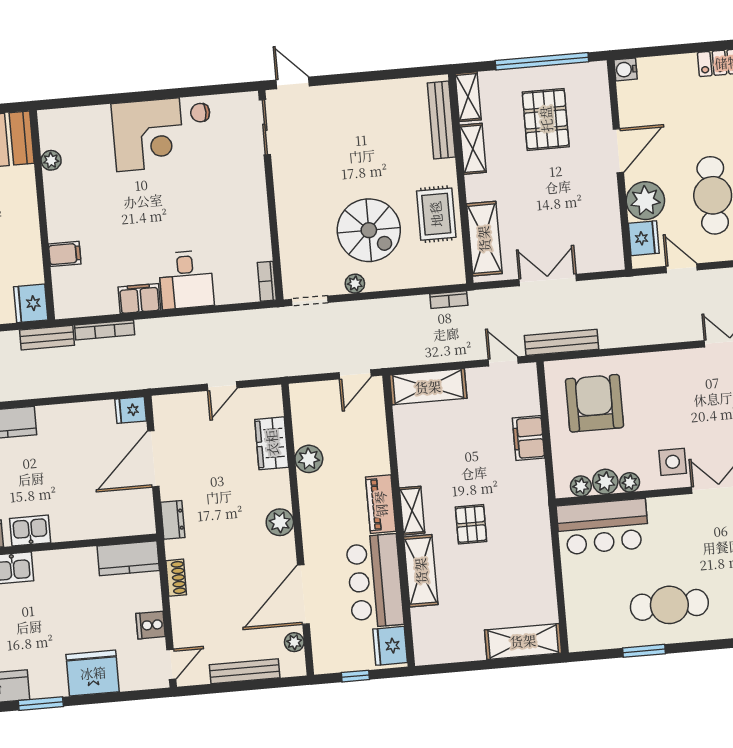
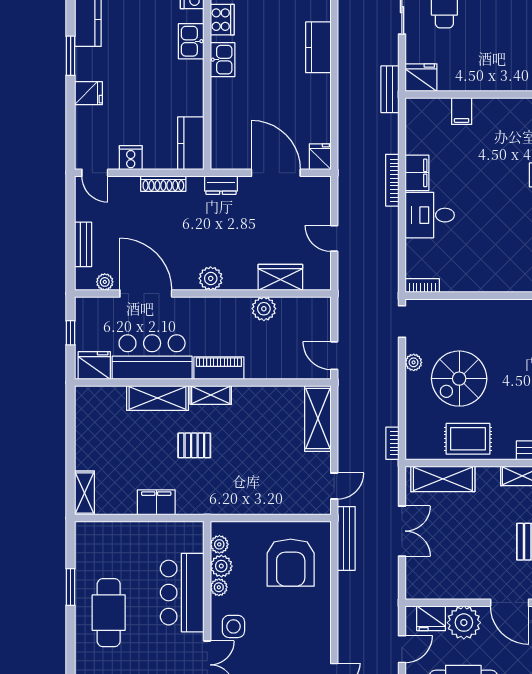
bookcase: (105, 330) -> (392, 180), moved
armchair: (594, 403) -> (291, 563), turned 90
filing cabinet: (529, 438) -> (156, 502), moved
bar counter: (603, 527) -> (182, 593), moved
shoe rack: (176, 578) -> (163, 184), width x1.43
shelving: (523, 641) -> (85, 493), width x0.67, depth x0.75
bench: (245, 671) -> (83, 244), width x0.73
fridge: (93, 673) -> (89, 93), width x0.53, depth x0.75

